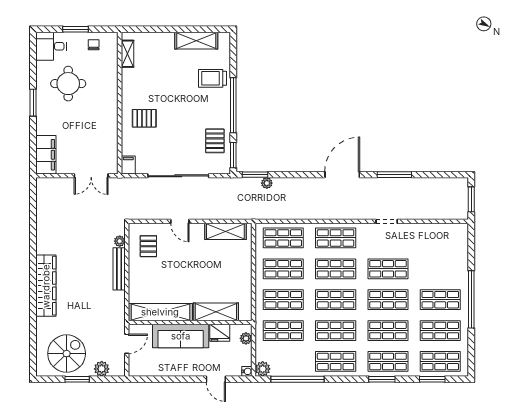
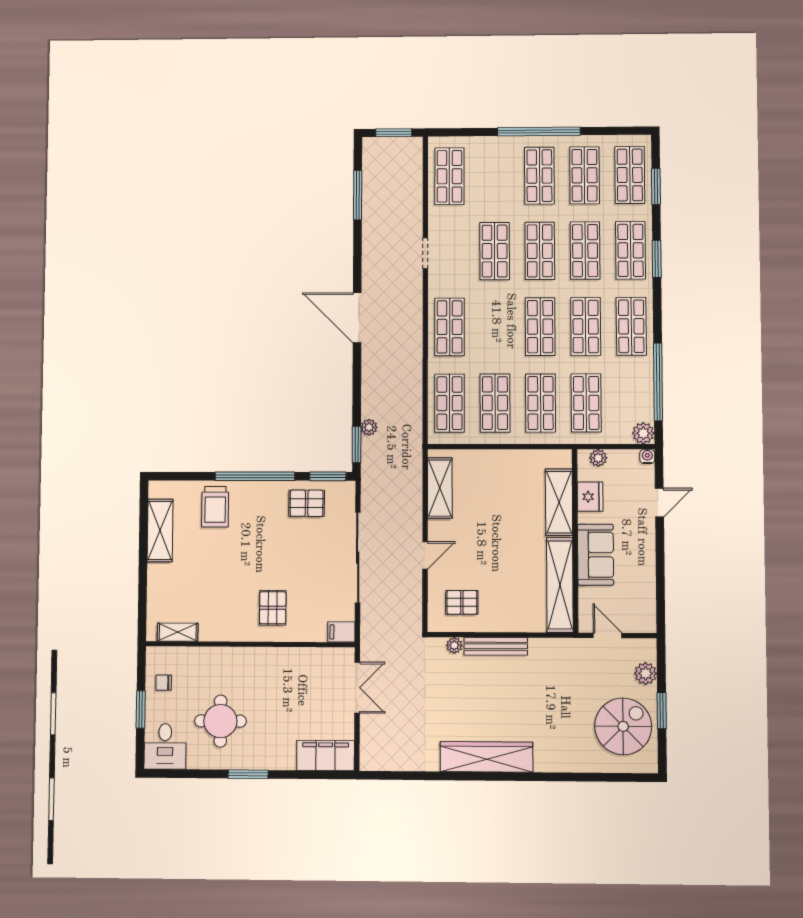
window: (394, 175) -> (358, 195), moved
shop shelf: (336, 269) -> (449, 176), moved
wardrobe: (46, 286) -> (487, 757), moved
sofa: (181, 336) -> (596, 555), width x0.73
spiral stairs: (67, 354) -> (623, 726), turned 90

